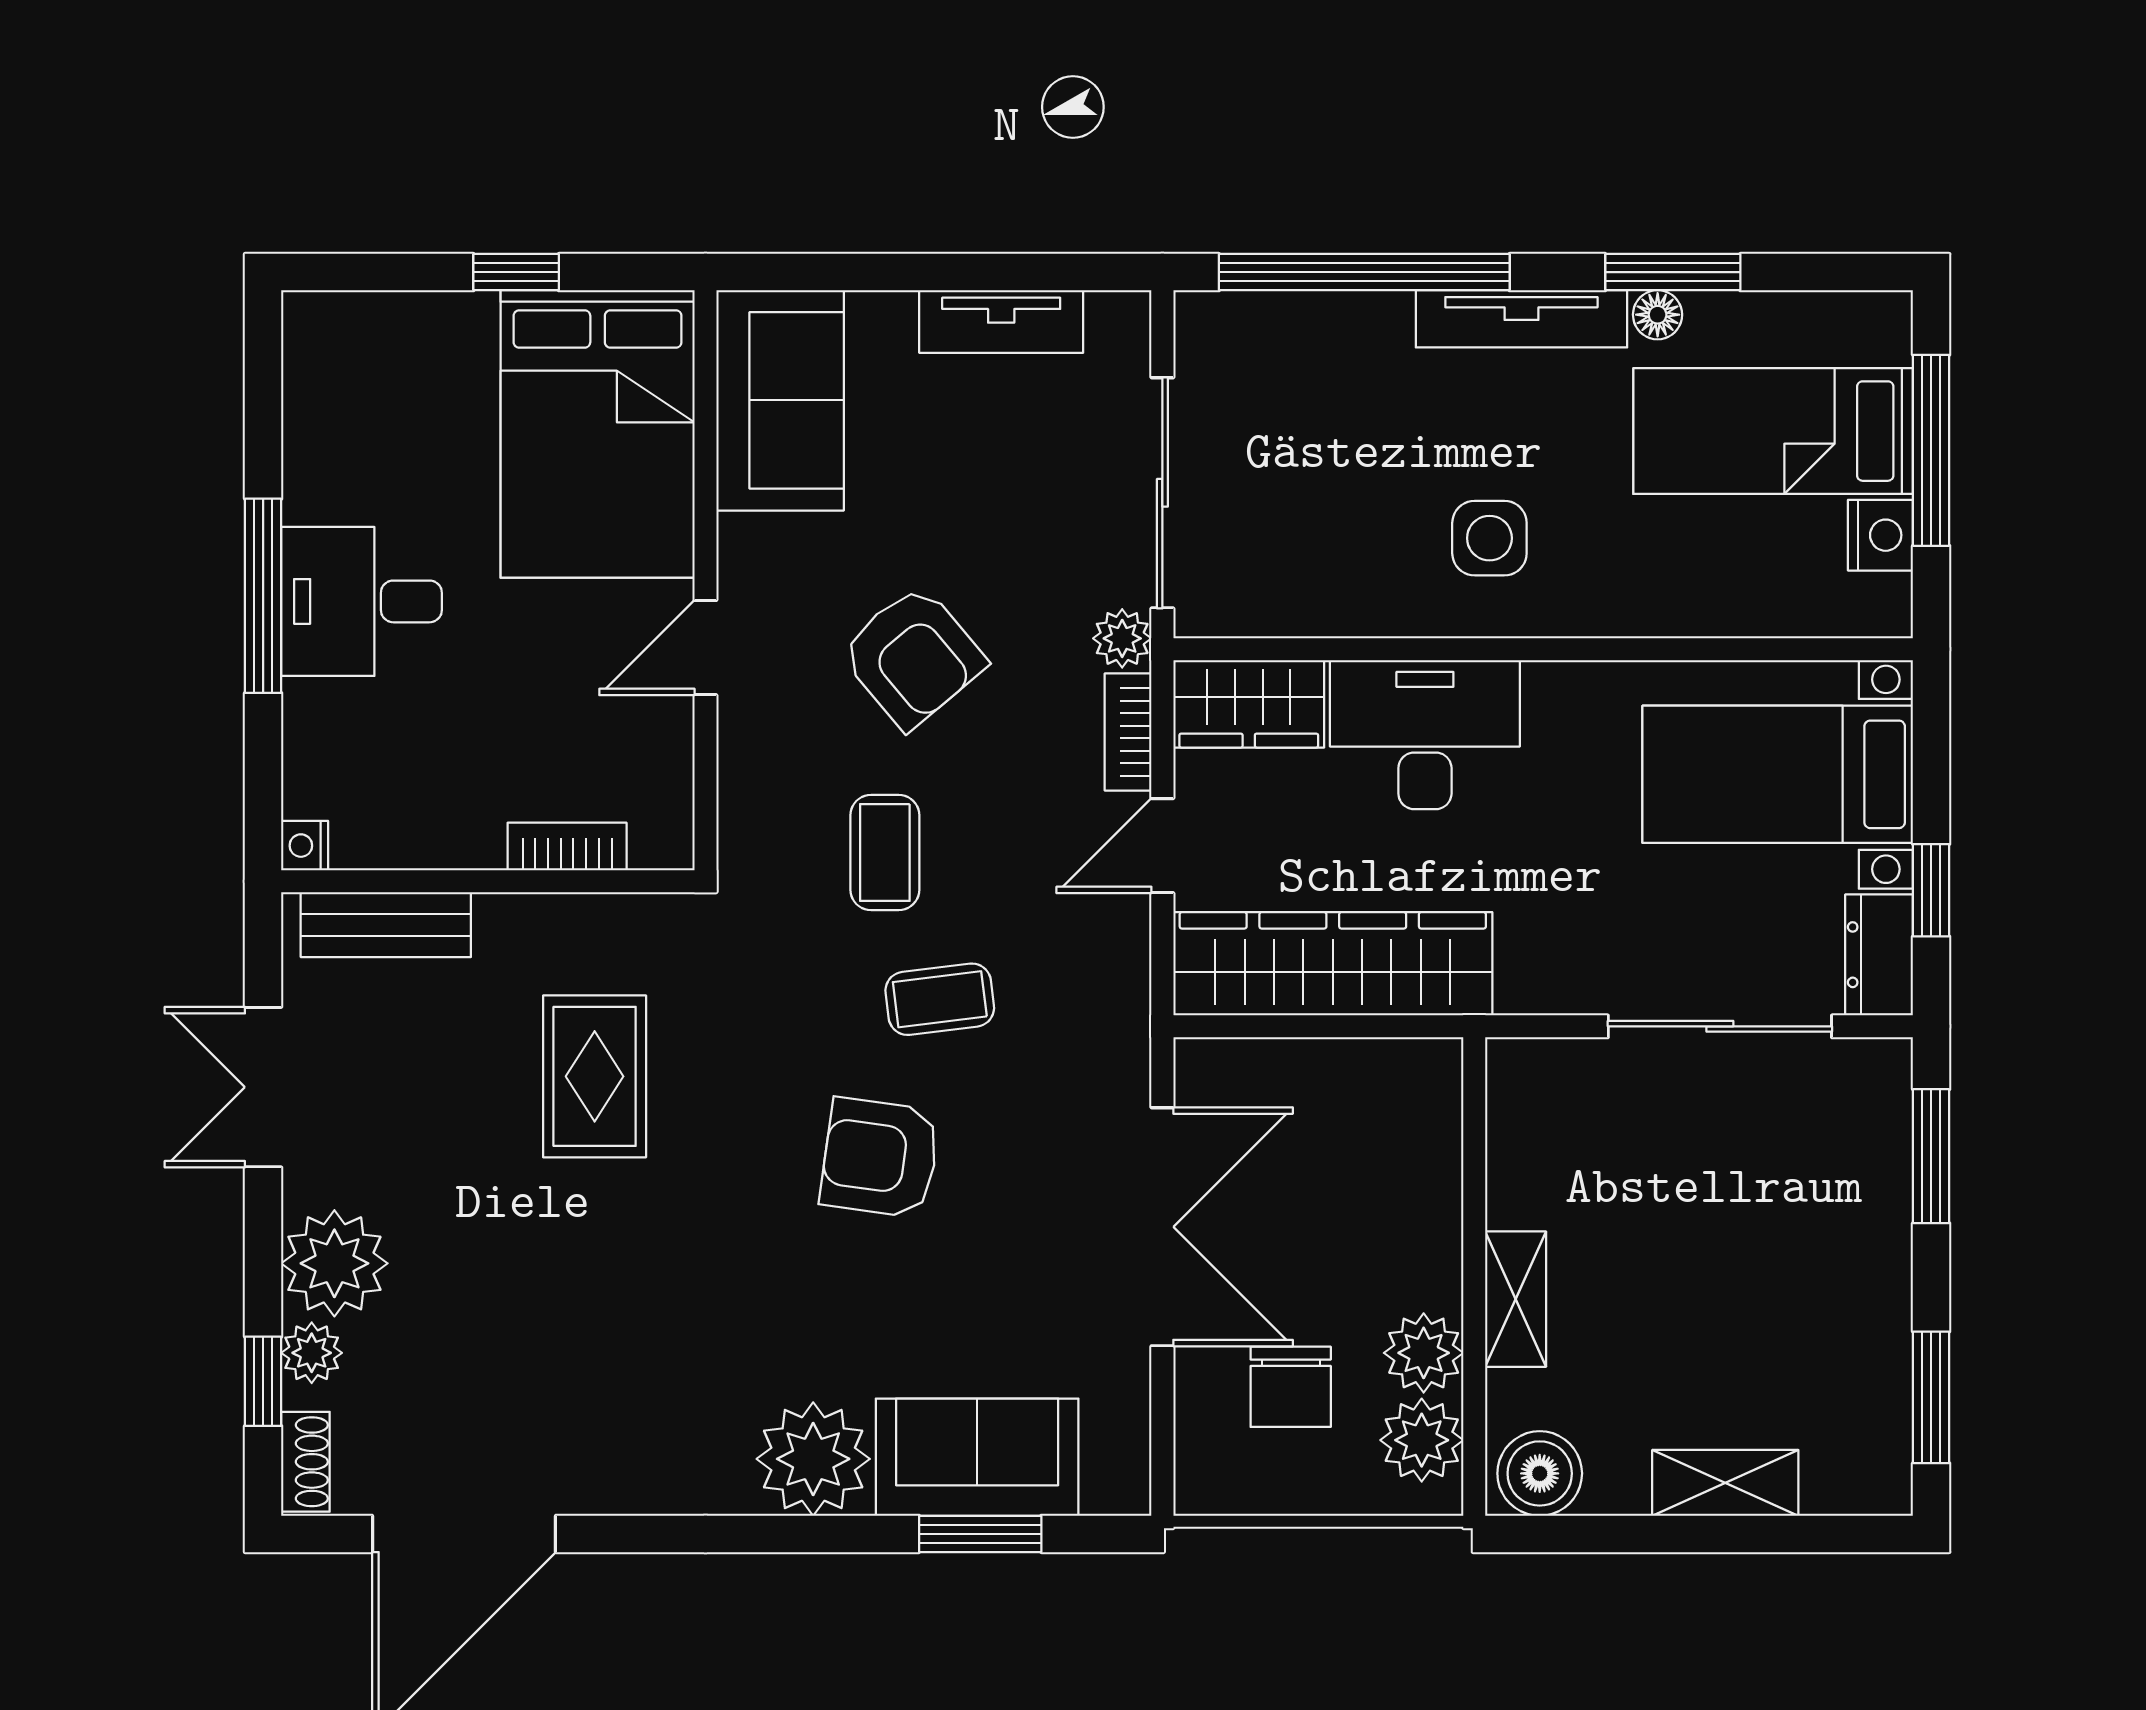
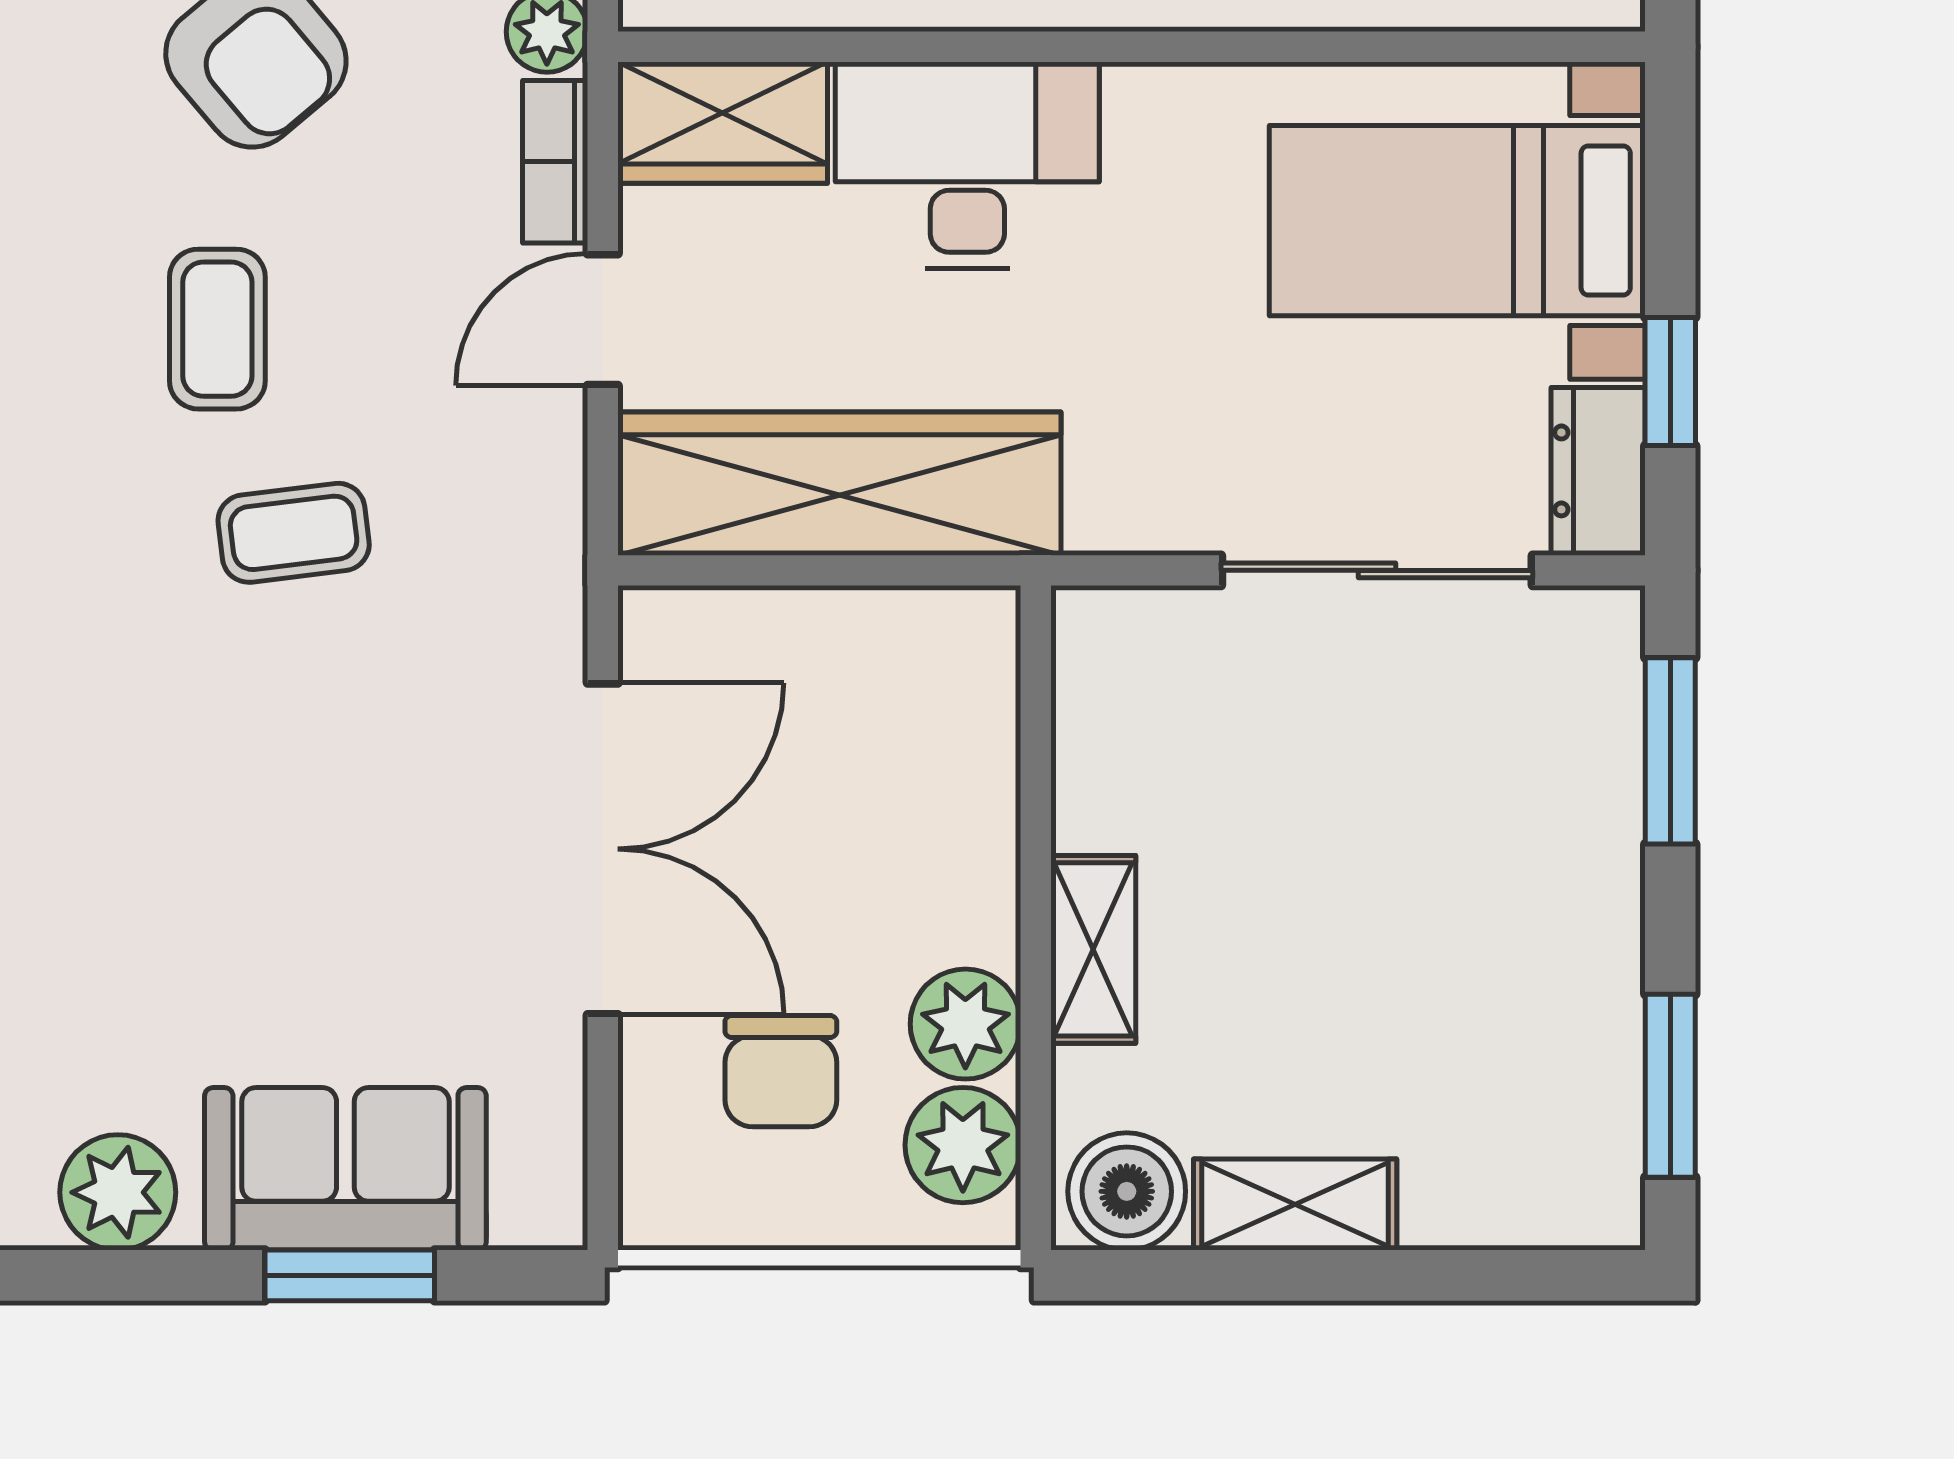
armchair: (880, 1158) -> (211, 753), removed
plant: (813, 1459) -> (118, 1192), width x0.73, depth x0.73
shelving: (1725, 1483) -> (1295, 1204), moved

